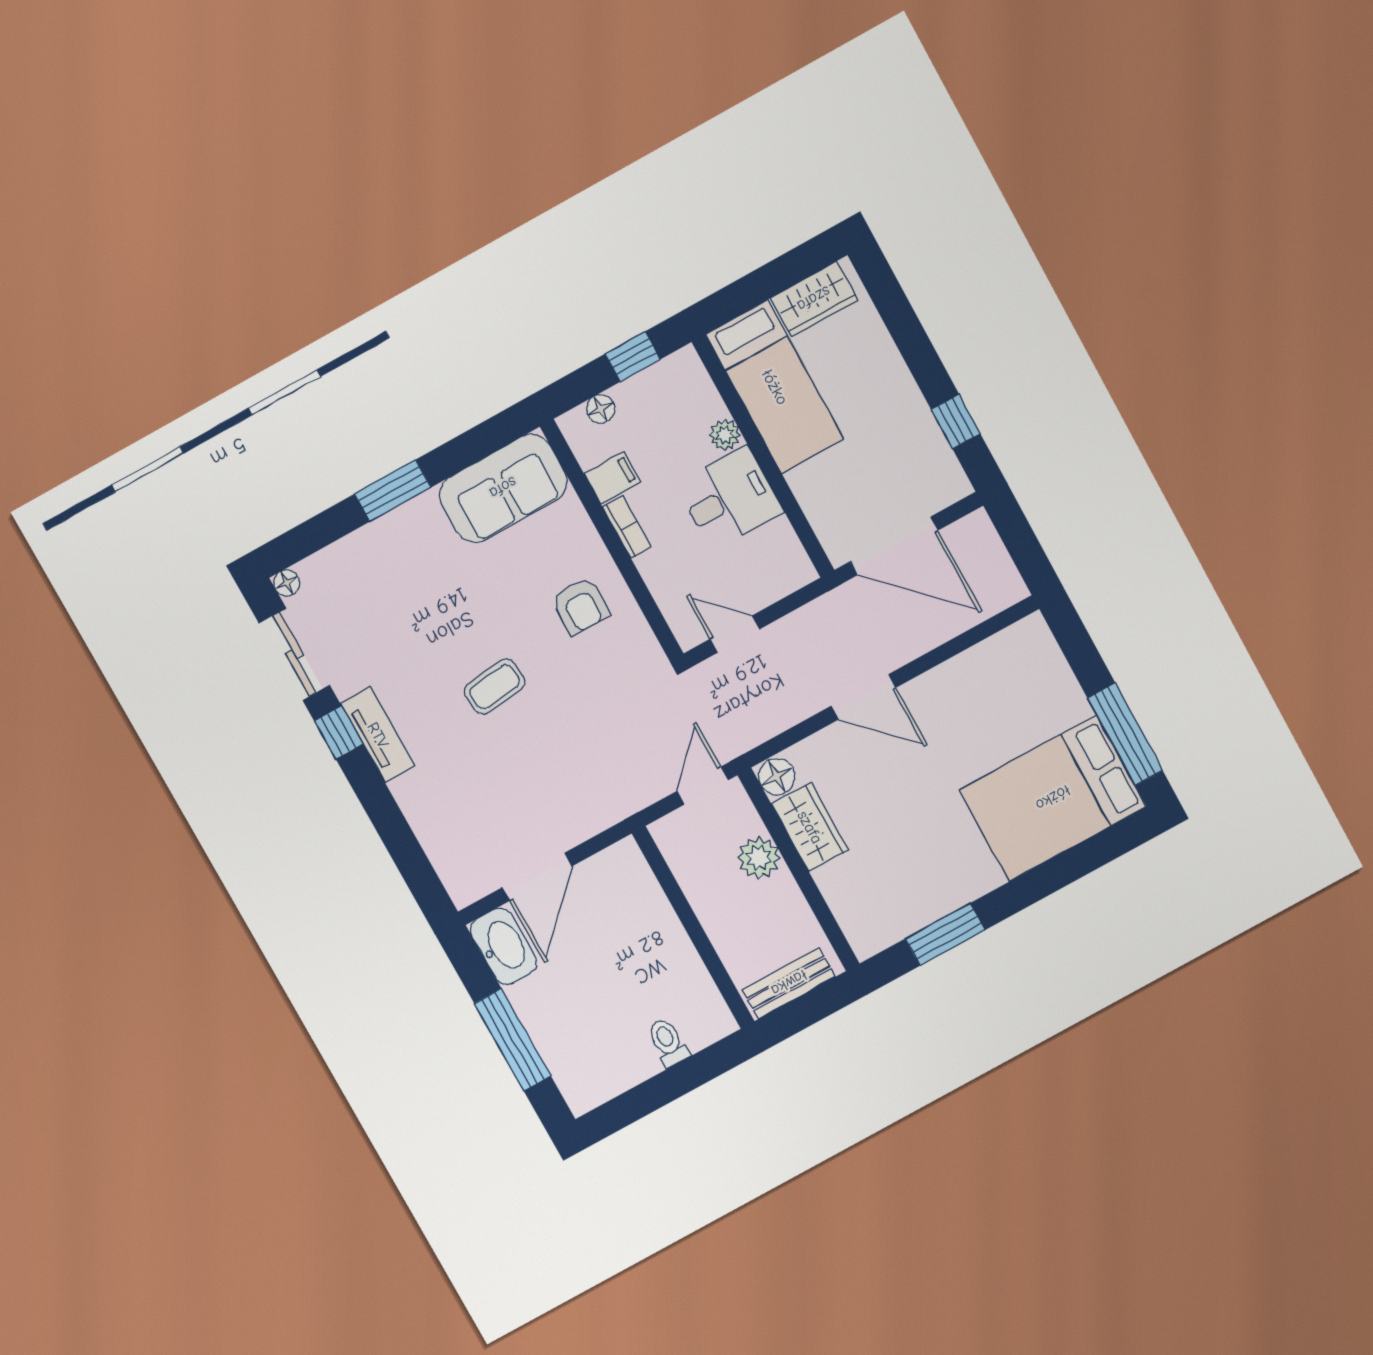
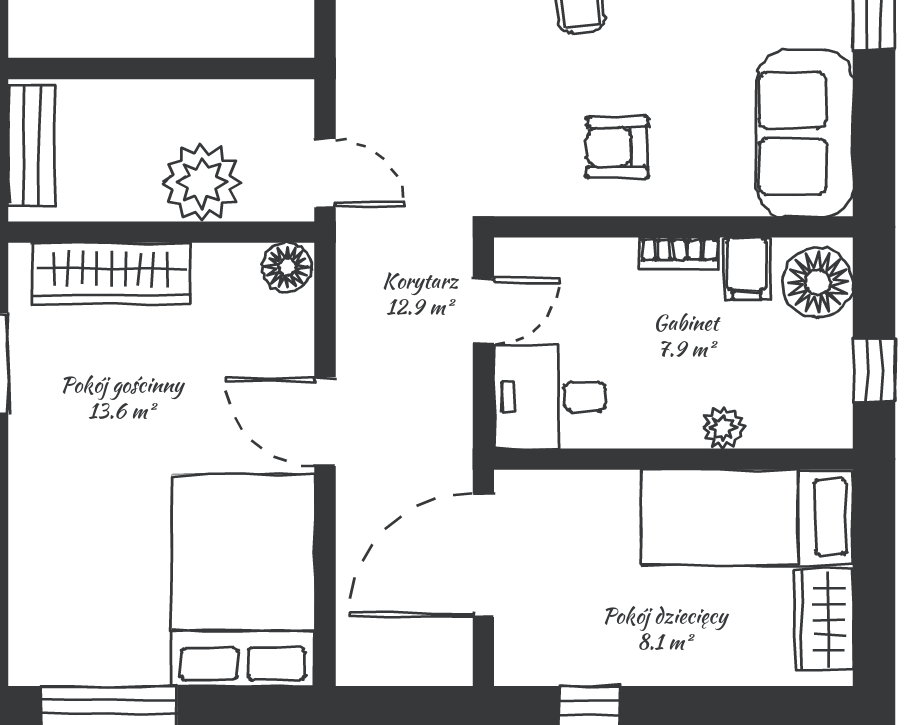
floor lamp: (601, 409) -> (818, 282), width x1.89, depth x1.89
desk: (729, 498) -> (550, 397), moved, turned 90
door: (863, 697) -> (325, 422), hinge flipped
bed: (1053, 798) -> (243, 580), moved
wardrobe: (810, 827) -> (111, 273), moved, width x1.50
plant: (759, 858) -> (202, 182), width x1.36, depth x1.36

